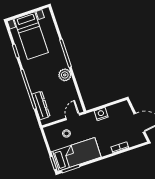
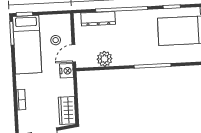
plant: (65, 75) -> (105, 59), moved
wardrobe: (118, 110) -> (67, 110), added
nightstand: (101, 114) -> (66, 71), moved
door: (73, 117) -> (74, 53), swing flipped

